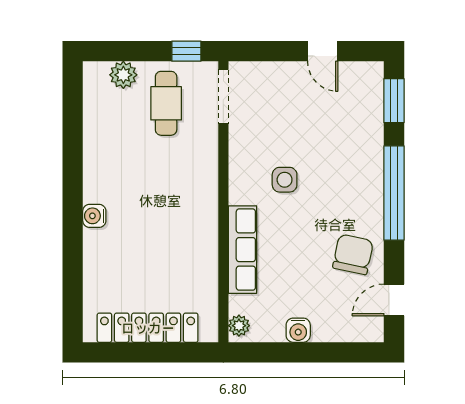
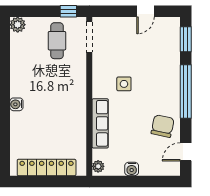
door: (323, 51) -> (145, 11), hinge flipped
plant: (123, 75) -> (18, 25), moved

